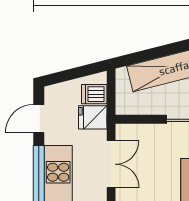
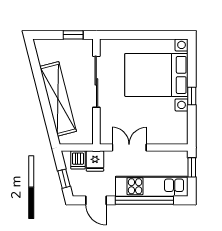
window: (68, 75) -> (64, 179), added

